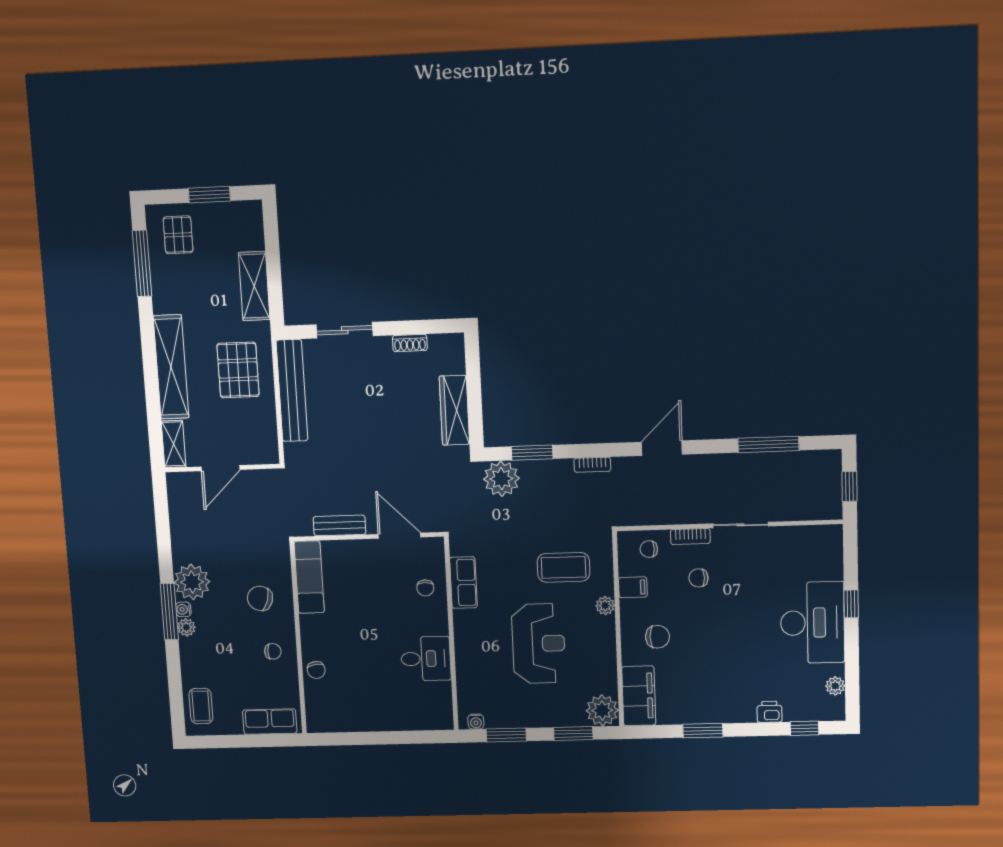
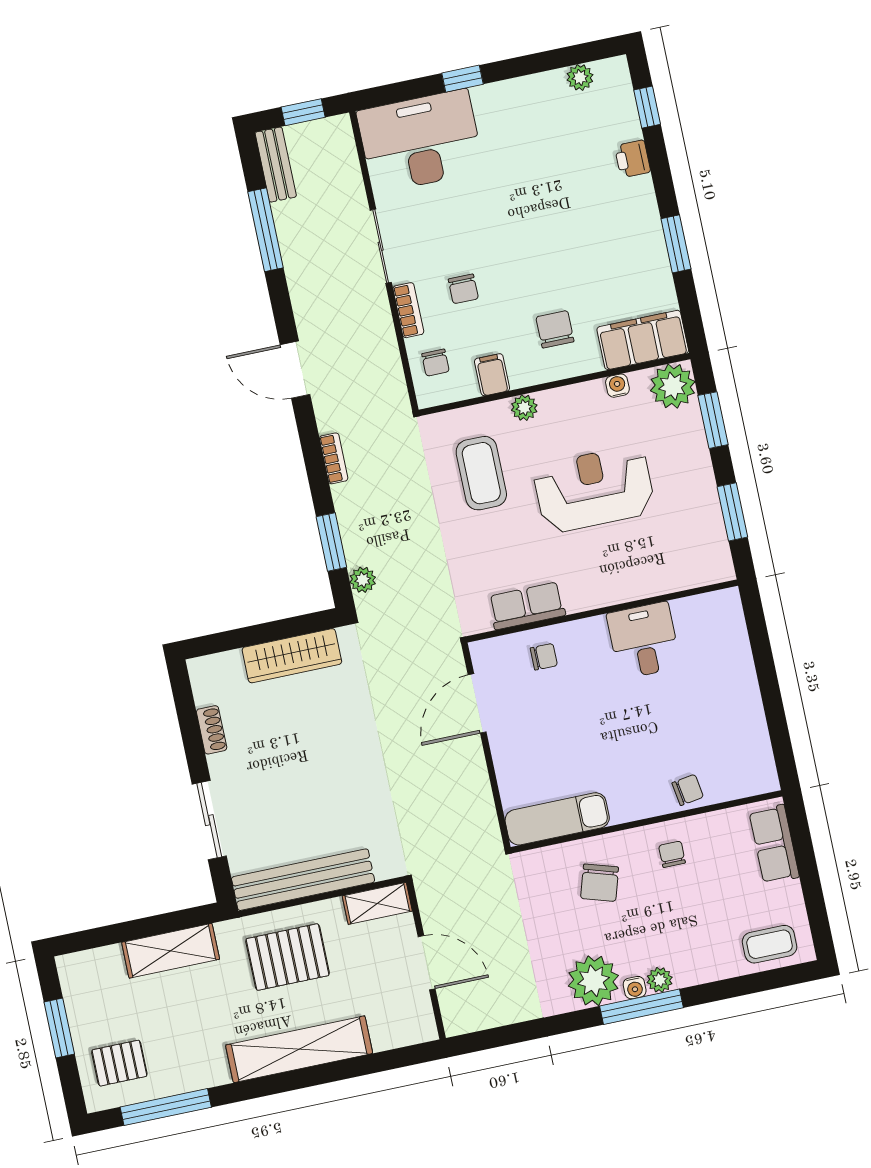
shelving: (174, 444) -> (377, 903), moved
plant: (501, 479) -> (363, 580), width x0.53, depth x0.53
bench: (339, 525) -> (276, 165), moved
desk: (813, 623) -> (420, 141), moved
water cooler: (476, 722) -> (617, 386), moved, turned -90

